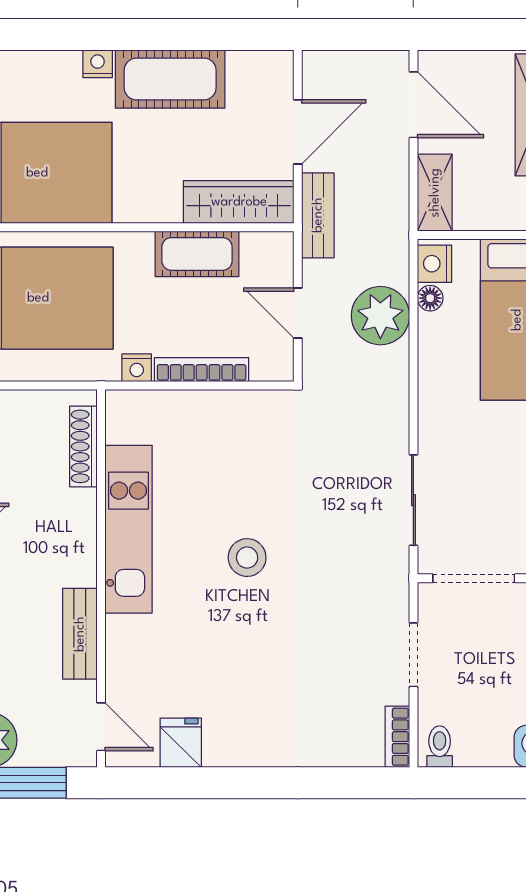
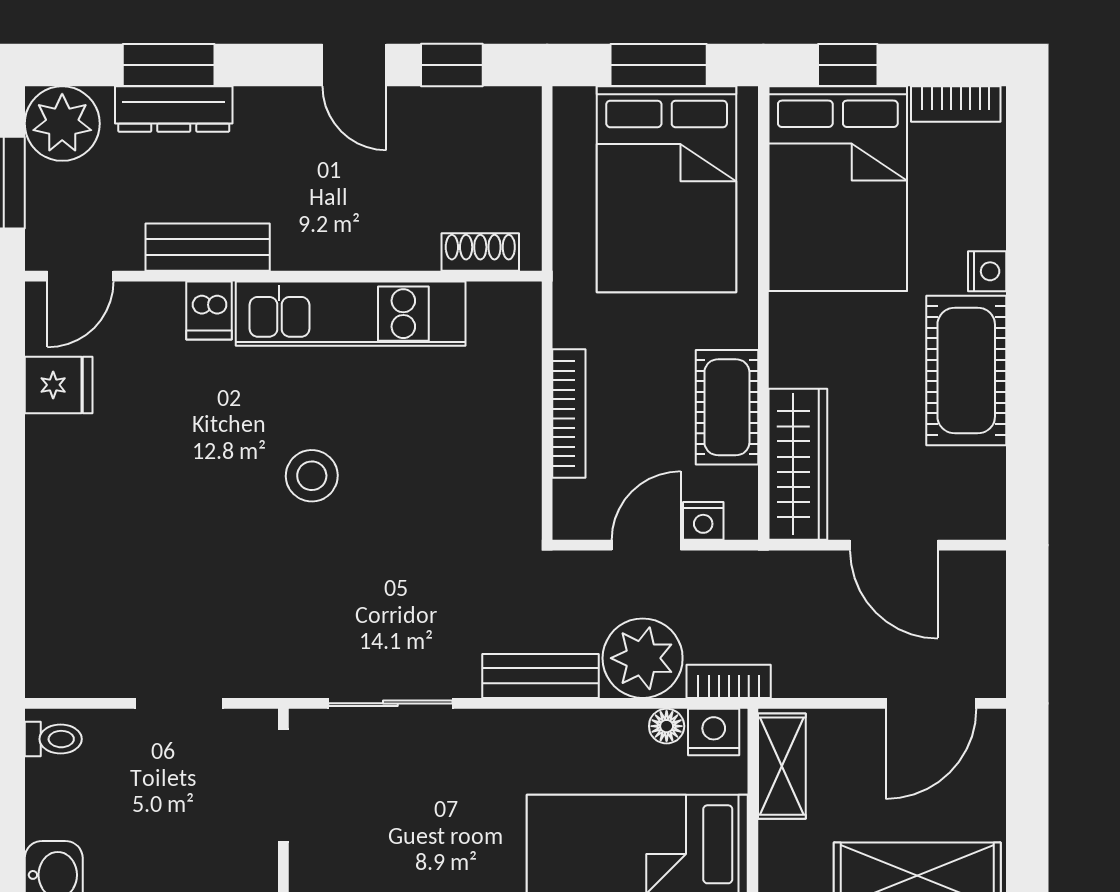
shelving: (435, 193) -> (782, 766), moved, turned 90
bench: (318, 215) -> (540, 676), moved
nightstand: (137, 368) -> (703, 521), moved, turned -90
shoe rack: (83, 446) -> (480, 252), width x0.70
dishwasher: (126, 633) -> (209, 310), added
bookcase: (397, 737) -> (729, 681), moved

